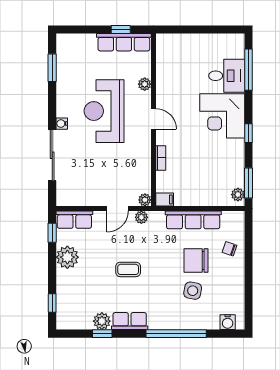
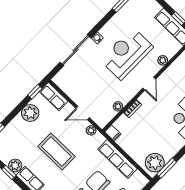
plant: (238, 195) -> (155, 163), width x1.87, depth x1.87
plant: (145, 200) -> (118, 106), moved
coffee table: (128, 269) -> (56, 151), width x1.86, depth x1.72

